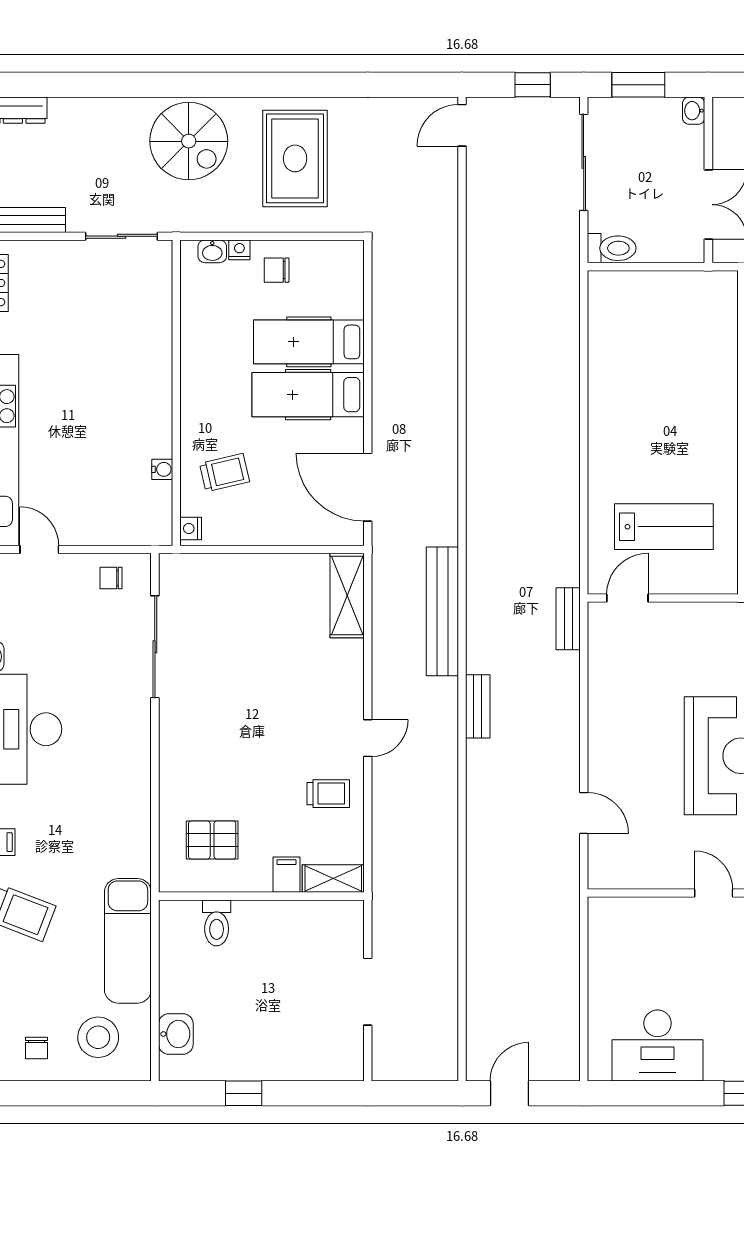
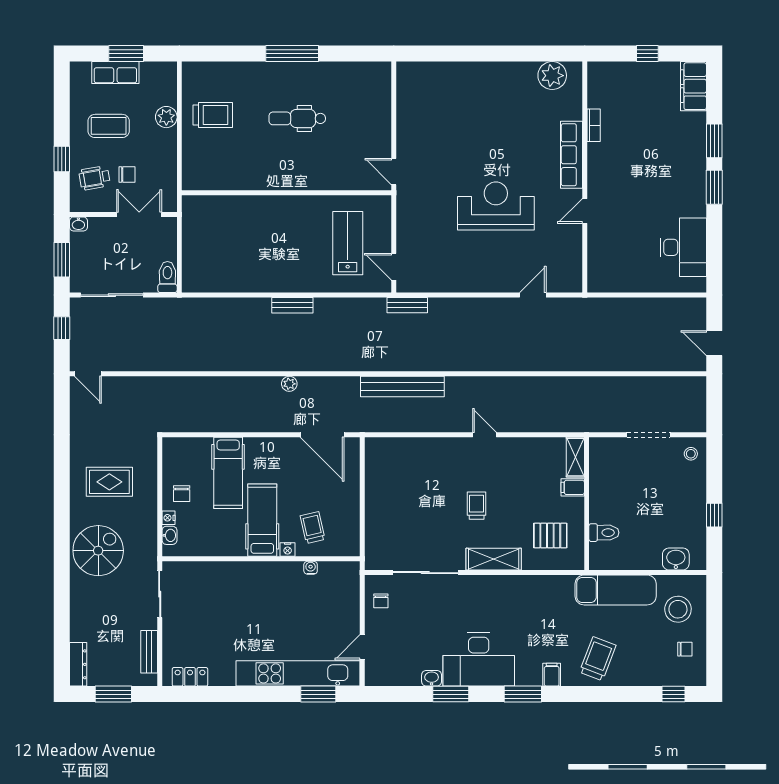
rug: (295, 158) -> (109, 482), width x0.73, depth x0.70
hospital bed: (308, 395) -> (262, 520), moved, turned 180
plant: (447, 437) -> (289, 384), added
door: (368, 487) -> (322, 435), hinge flipped
nightstand: (191, 529) -> (288, 549), moved
shelving: (347, 596) -> (494, 559), moved
bench: (478, 706) -> (292, 305), moved
trolley: (328, 794) -> (477, 506), moved
pallet: (212, 840) -> (550, 535), turned 90
stool: (338, 1057) -> (691, 454), added

